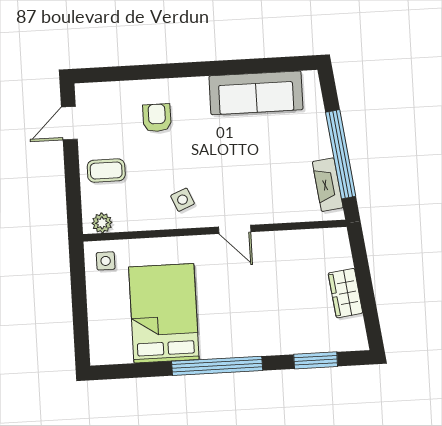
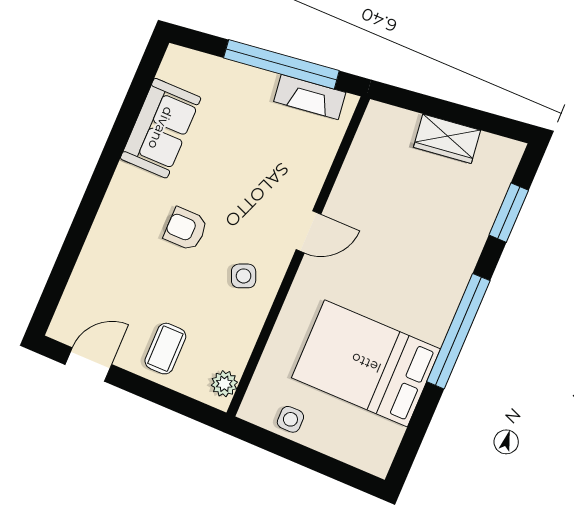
sofa: (256, 93) -> (161, 128), width x0.73
armchair: (157, 118) -> (186, 229), moved
door: (69, 123) -> (88, 364), swing flipped
side table: (106, 261) -> (290, 419), moved

